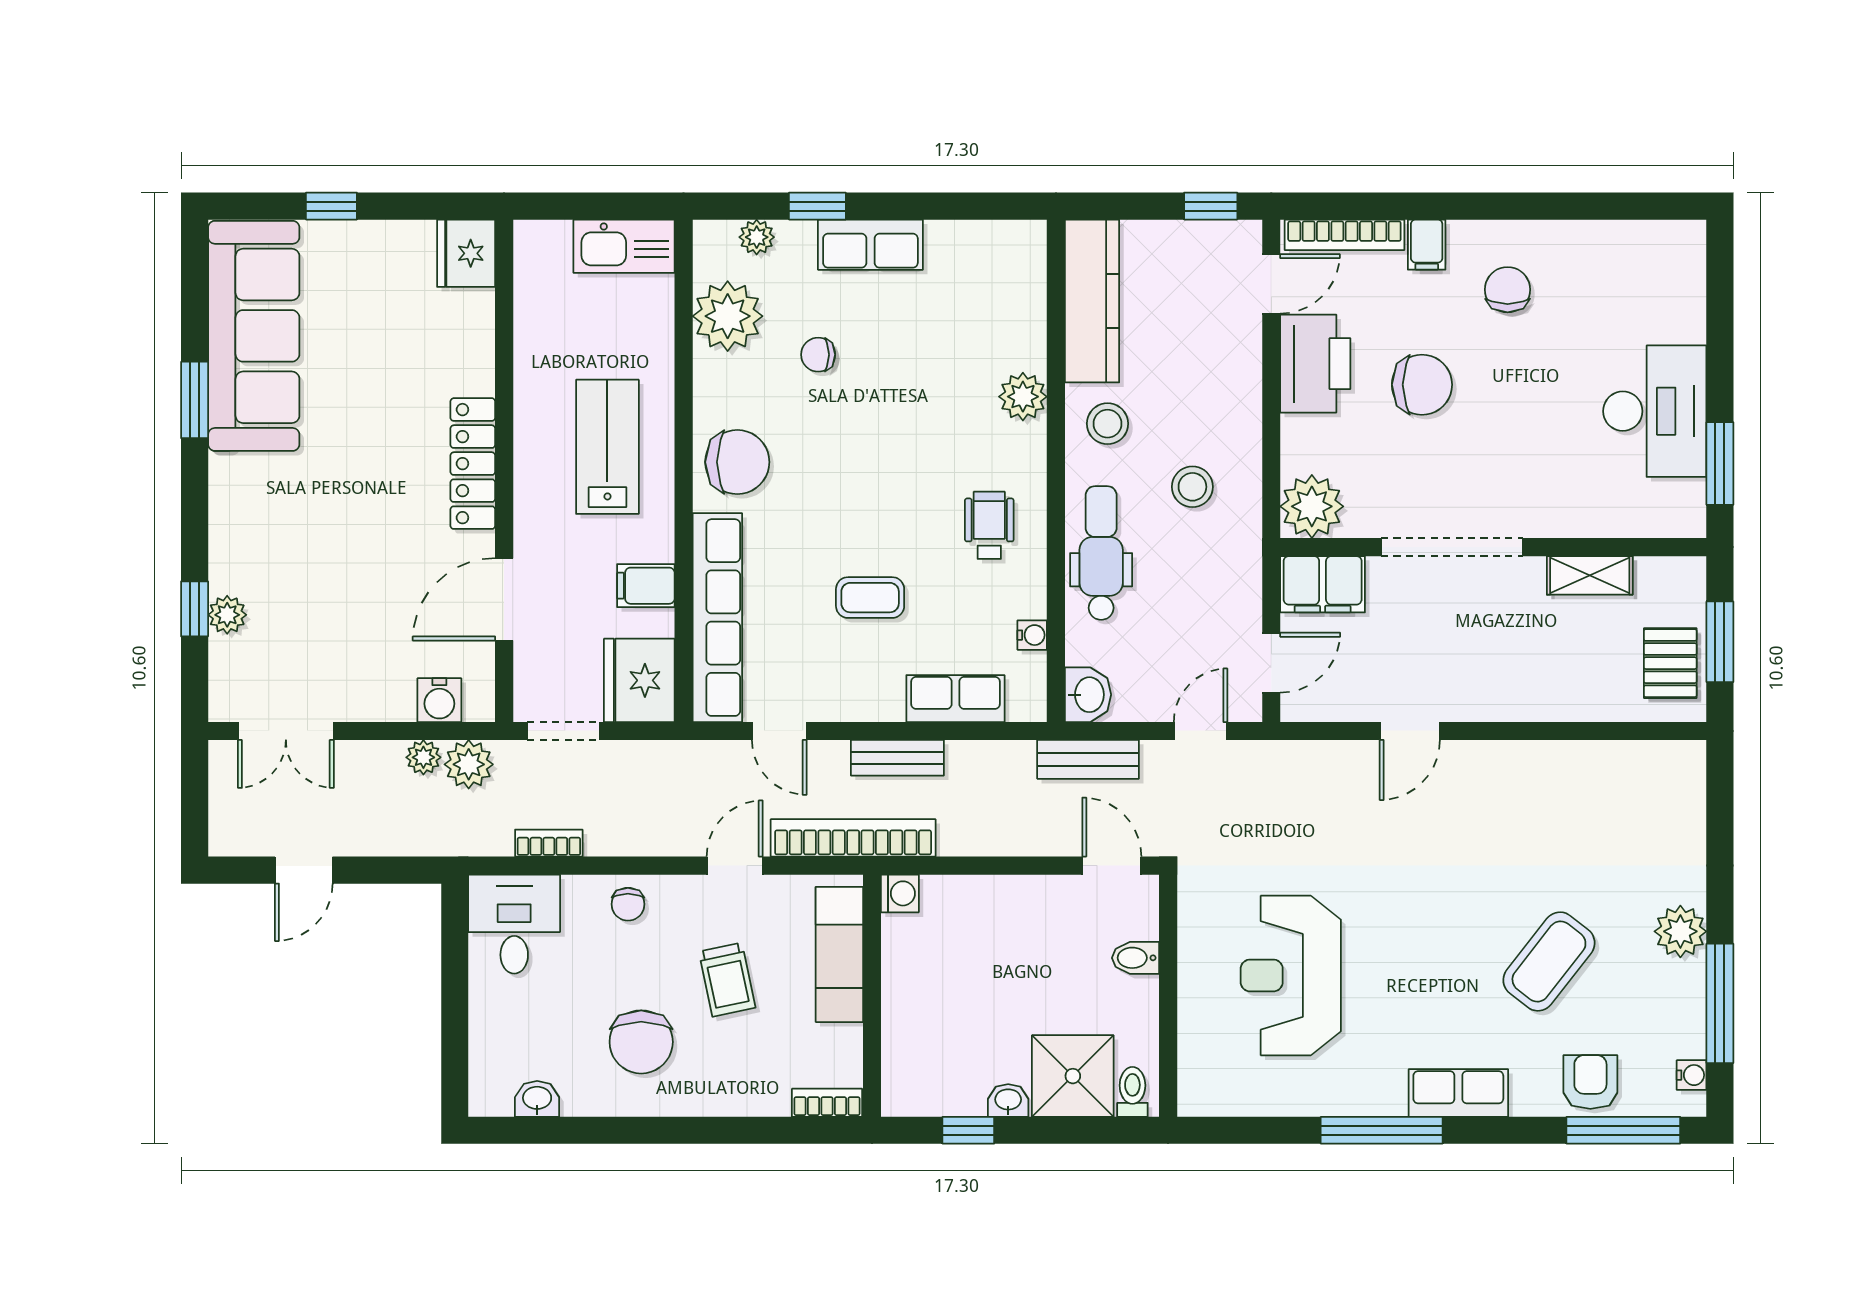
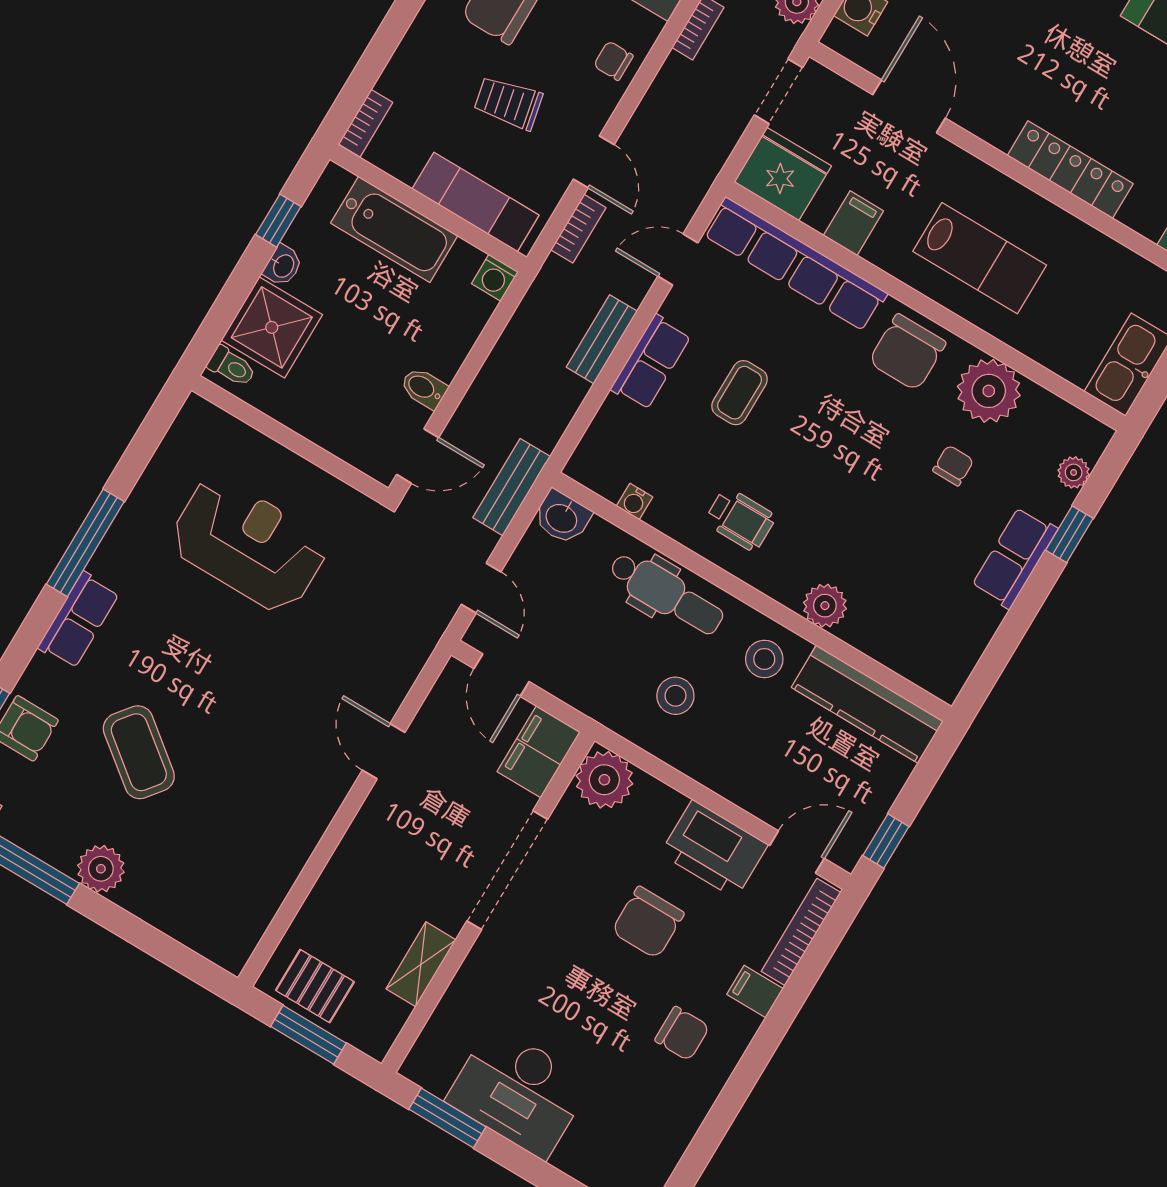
door: (1271, 284) -> (797, 852), swing flipped
plant: (728, 316) -> (989, 391), moved
locker: (473, 464) -> (1070, 170), moved
row of seats: (955, 699) -> (651, 362), moved
bookcase: (853, 838) -> (578, 229), width x0.43, depth x0.76
bidet: (1136, 958) -> (424, 388), moved, turned -90
bathtub: (911, 1016) -> (394, 229), added

